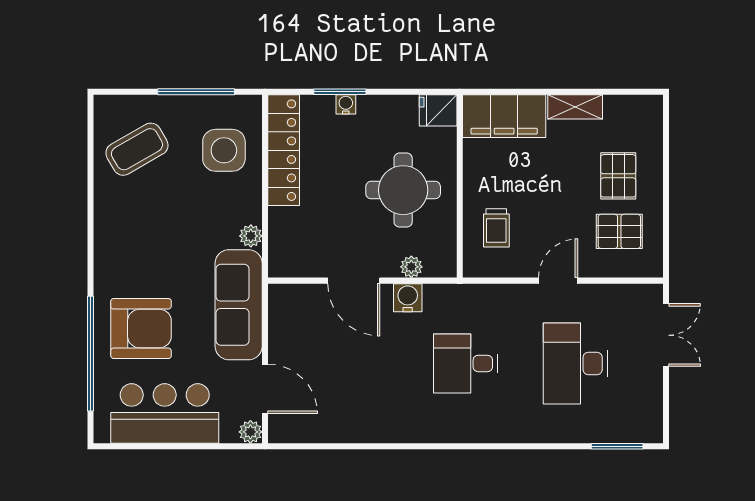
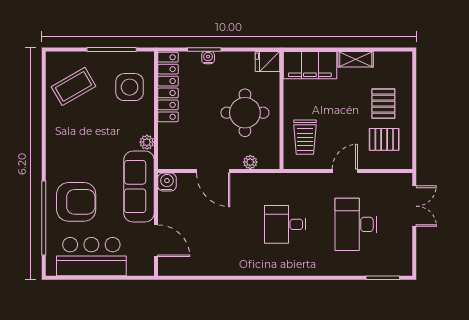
trolley: (496, 228) -> (305, 137), width x1.36, depth x1.39
water cooler: (408, 298) -> (167, 182), moved
plant: (250, 432) -> (147, 268), removed

